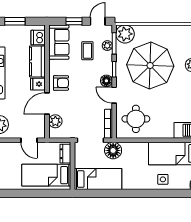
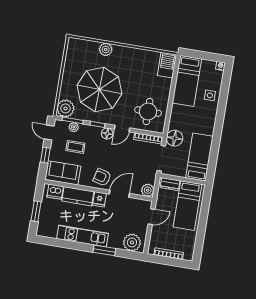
armchair: (61, 83) -> (102, 177), turned -76
door: (47, 103) -> (119, 194), swing flipped
plant: (55, 121) -> (148, 190), moved

